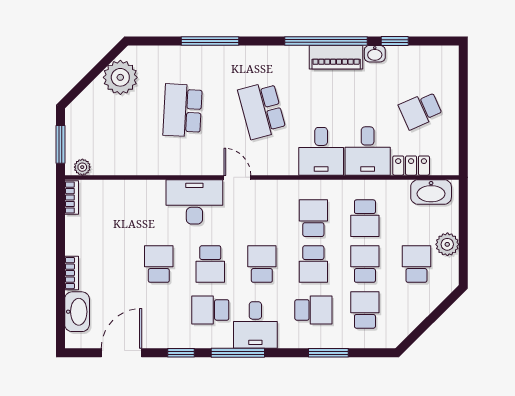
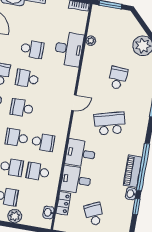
school desk: (183, 110) -> (118, 78), width x0.54
plant: (82, 167) -> (91, 41), moved
washbasin: (431, 192) -> (48, 212), width x0.52, depth x0.69
desk: (194, 202) -> (69, 49), moved
school desk: (262, 264) -> (22, 108), turned 180

